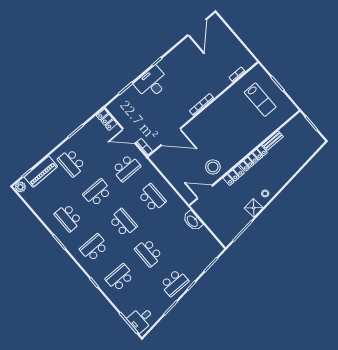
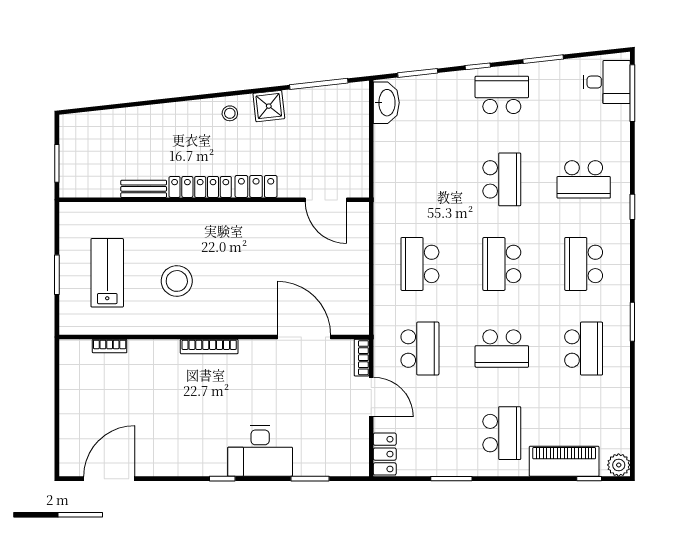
stool: (213, 167) -> (177, 281), moved
school desk: (126, 168) -> (420, 349), turned 90
washbasin: (193, 221) -> (386, 103), moved
school desk: (94, 248) -> (584, 264), turned 90

